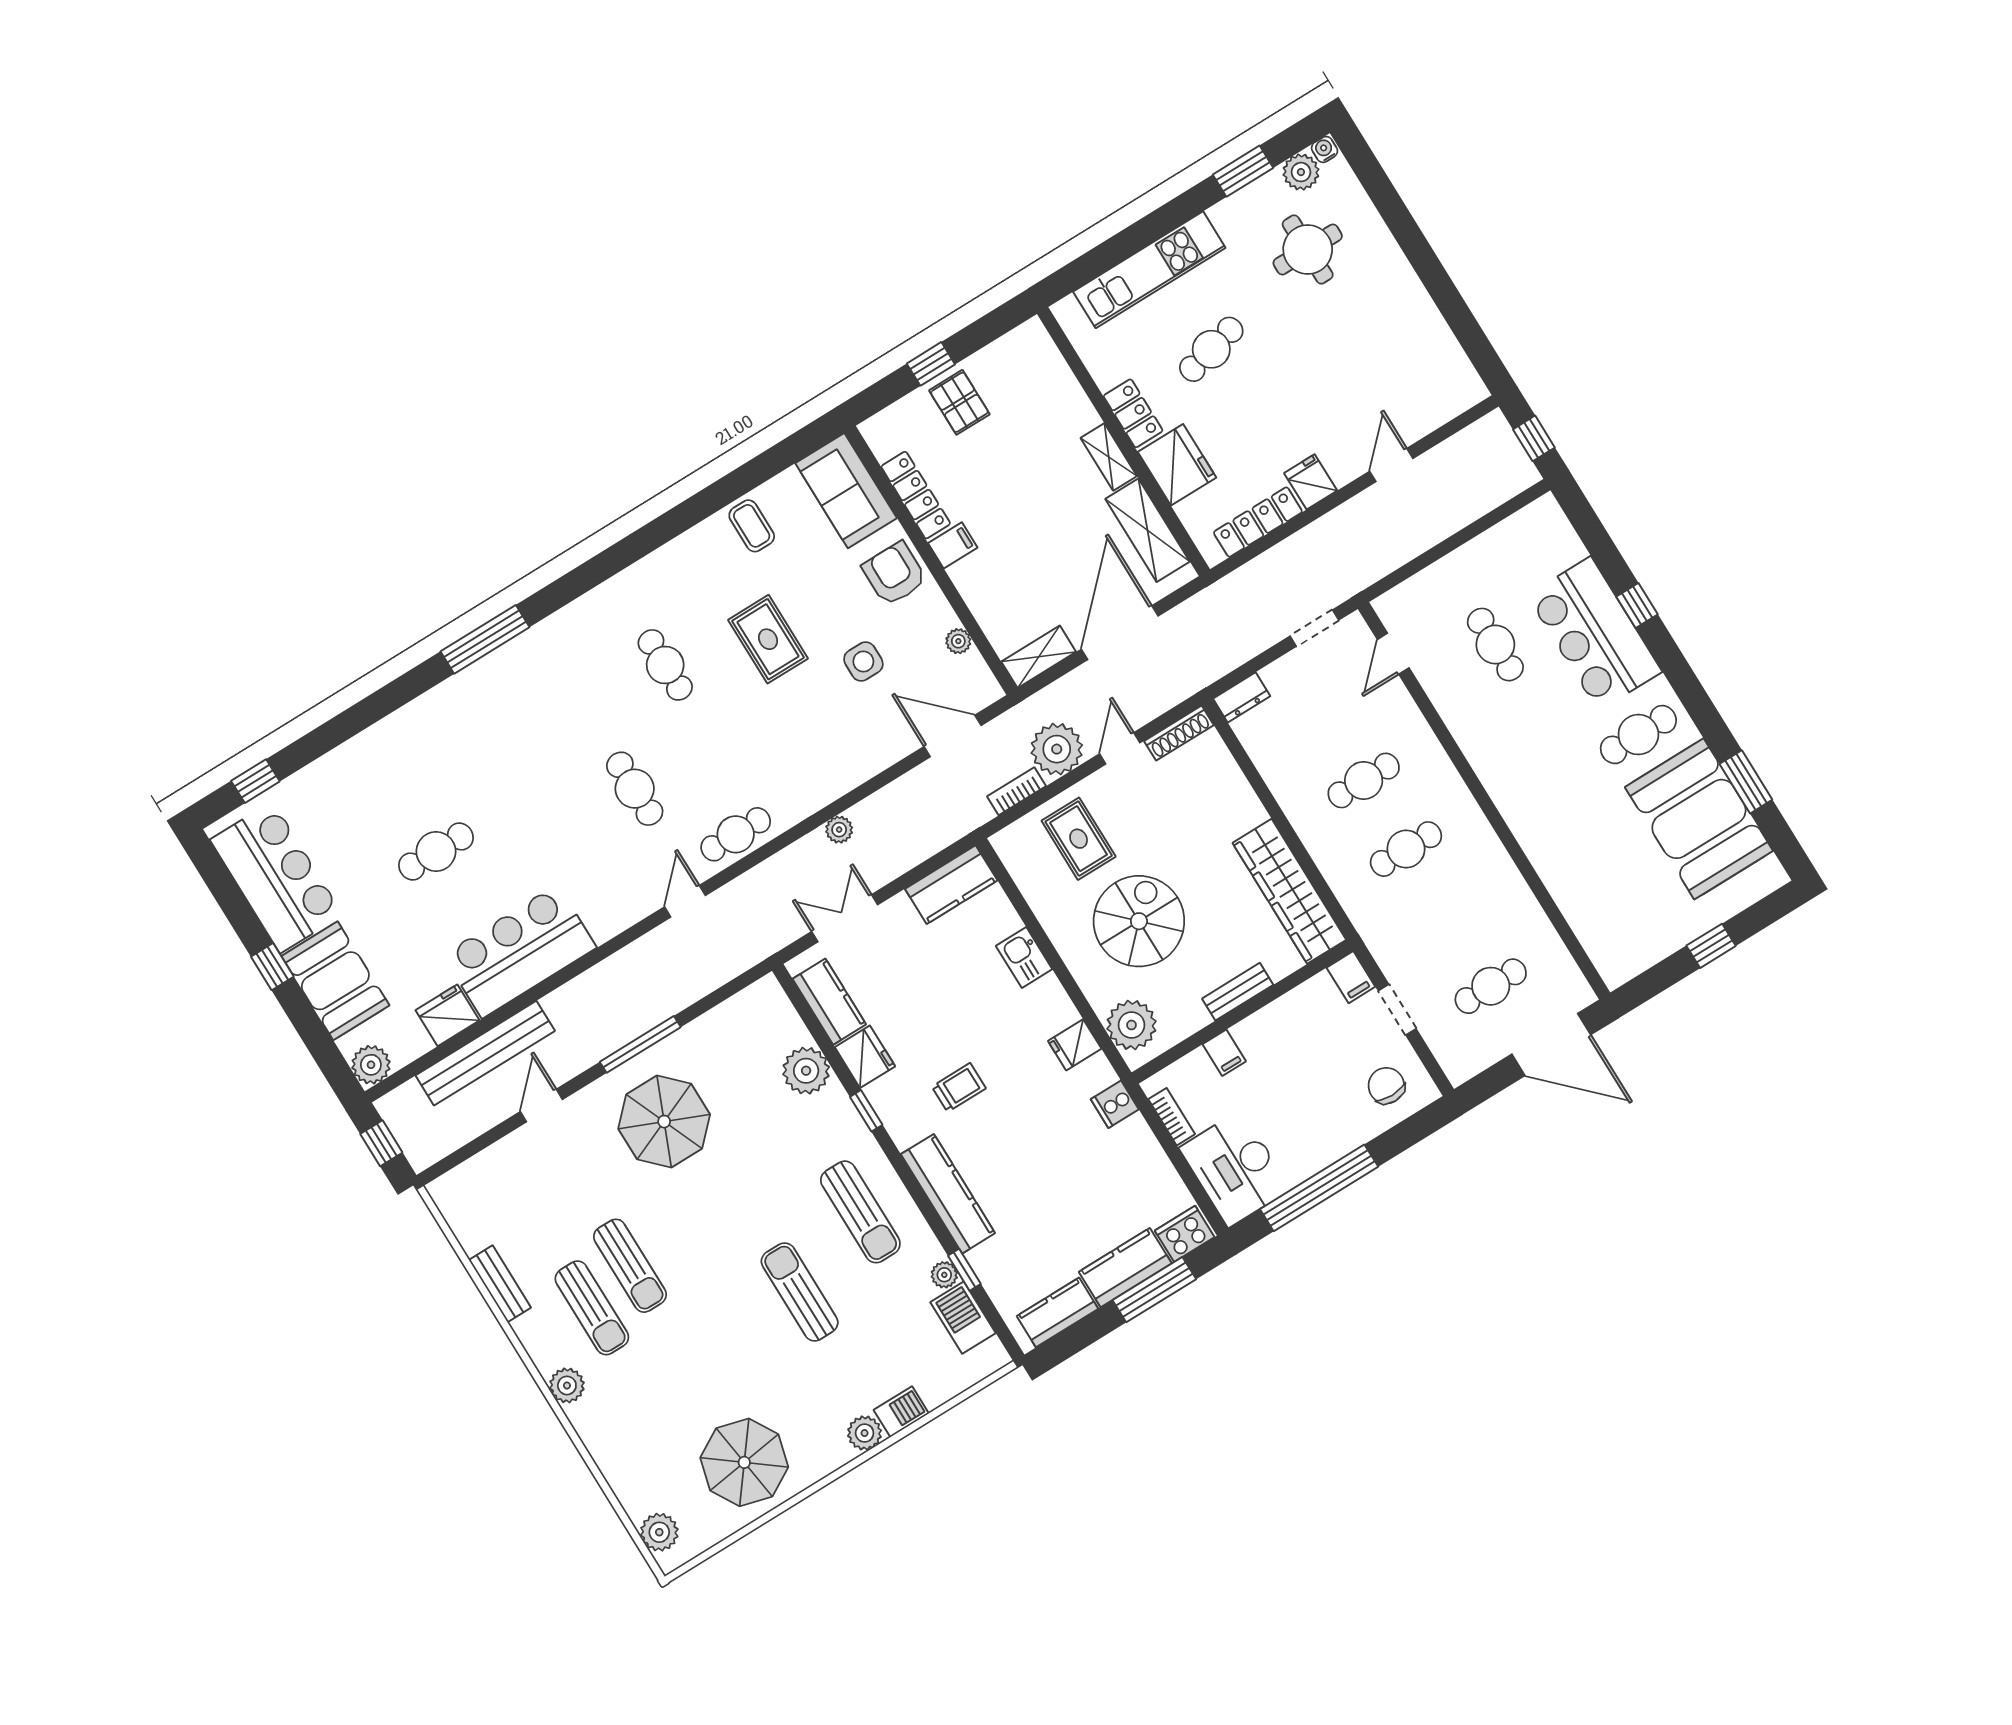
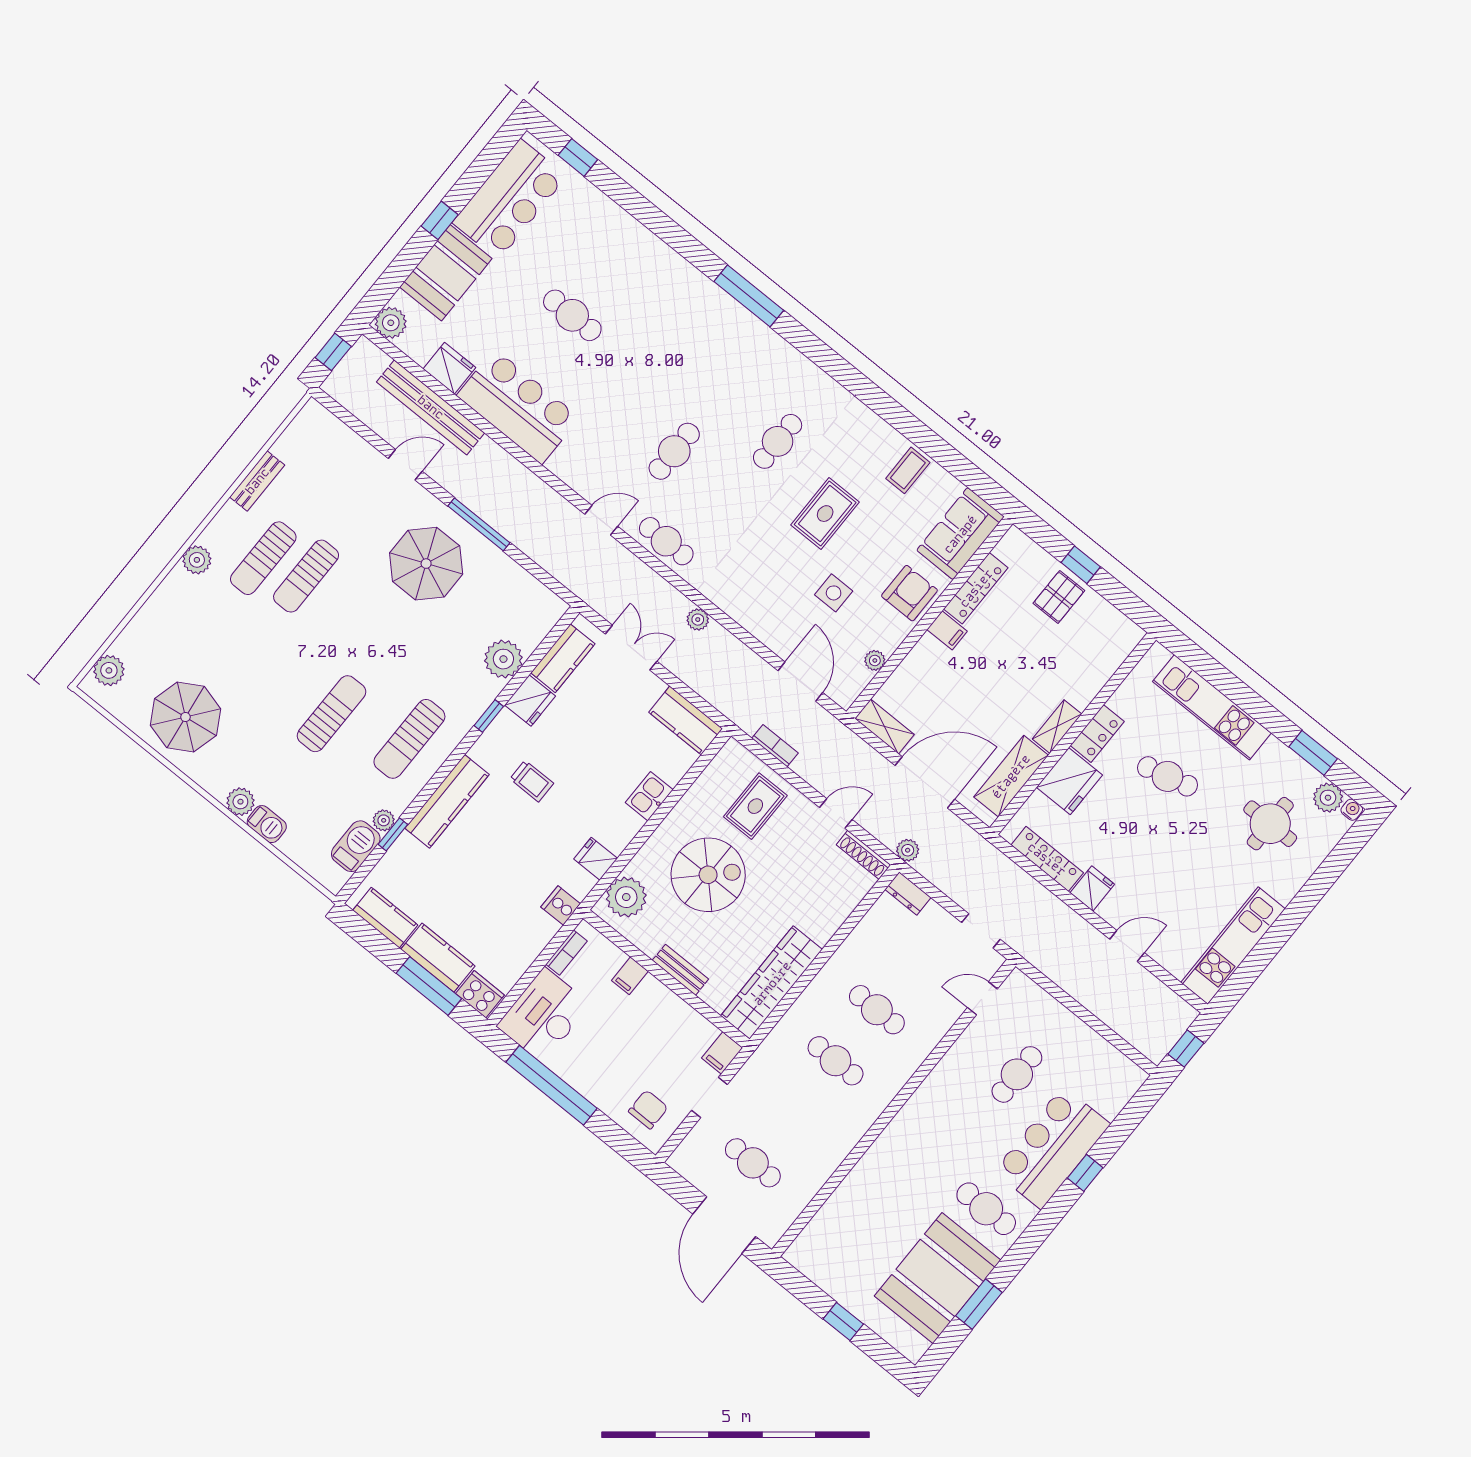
kitchen unit: (1434, 342) -> (1233, 946), added
plant: (1057, 749) -> (908, 850), moved, width x0.53, depth x0.53

